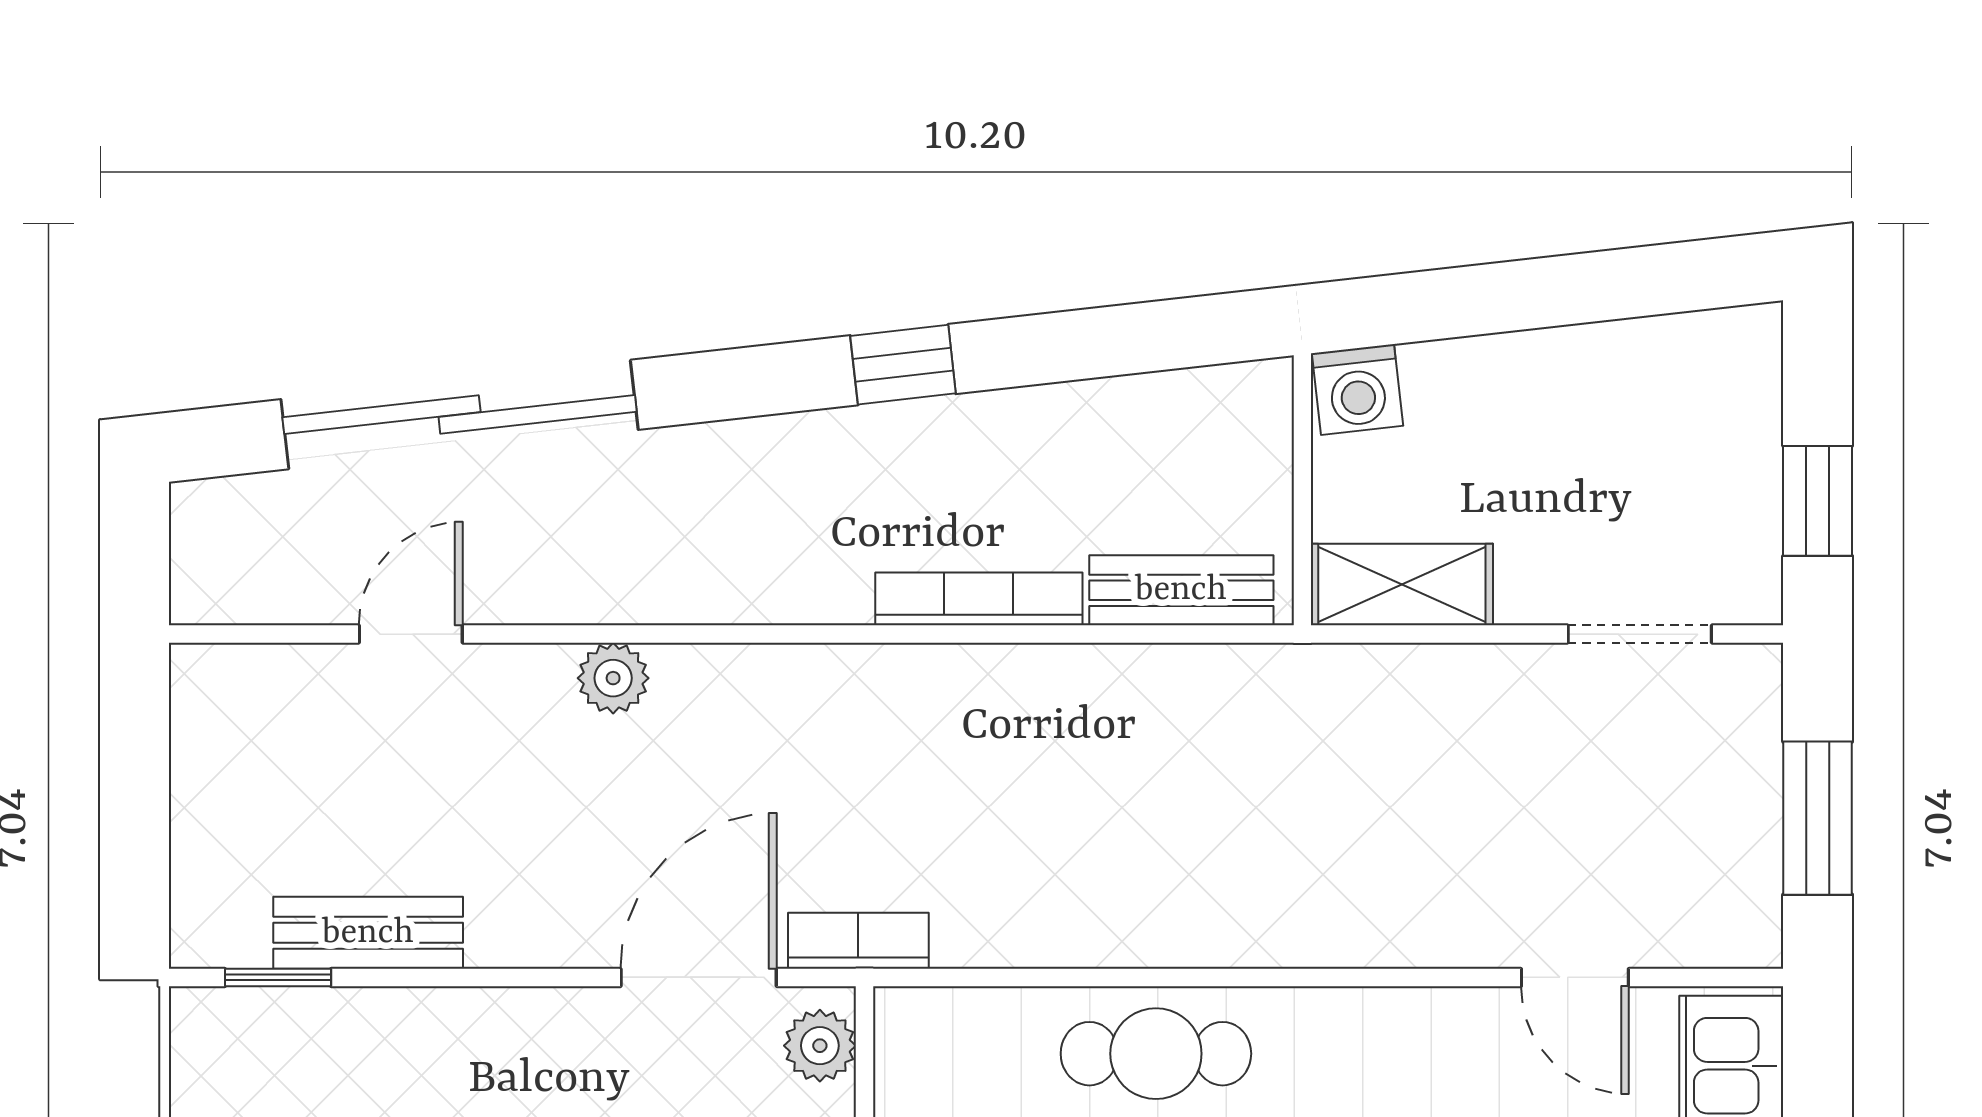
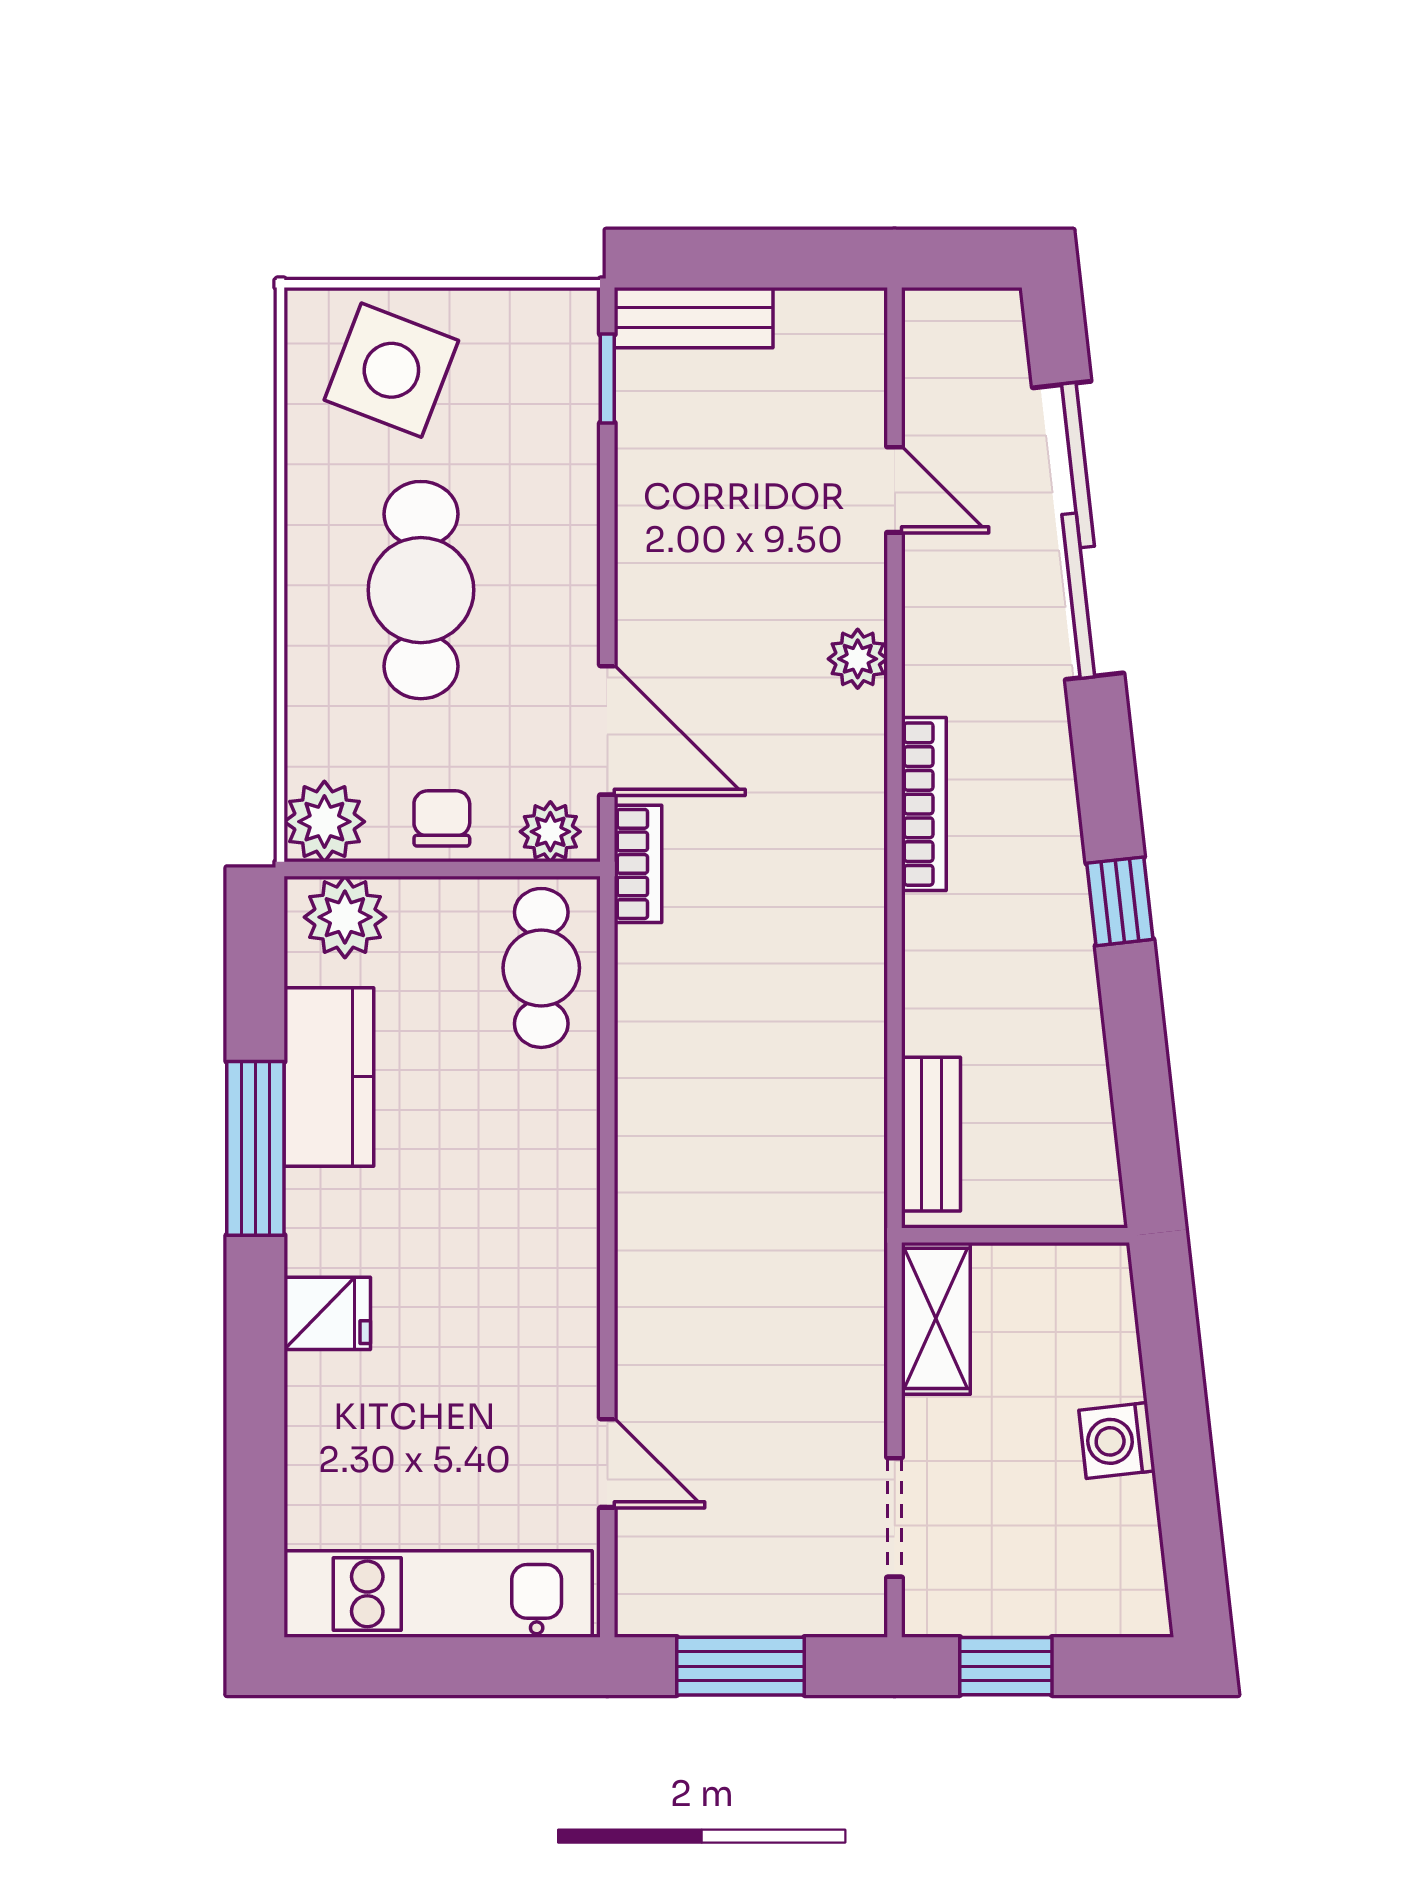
washing machine: (1357, 390) -> (1117, 1441), moved
bookcase: (979, 599) -> (924, 804), moved
bench: (368, 933) -> (694, 318), moved, turned 90
door: (1575, 977) -> (607, 1463), swing flipped
cafe table: (1156, 1054) -> (541, 968), moved

